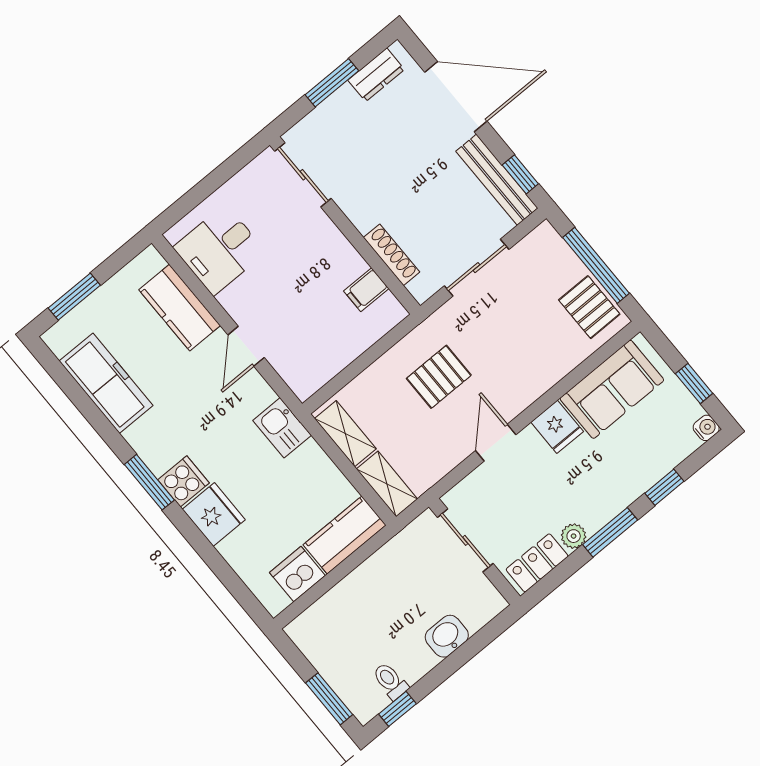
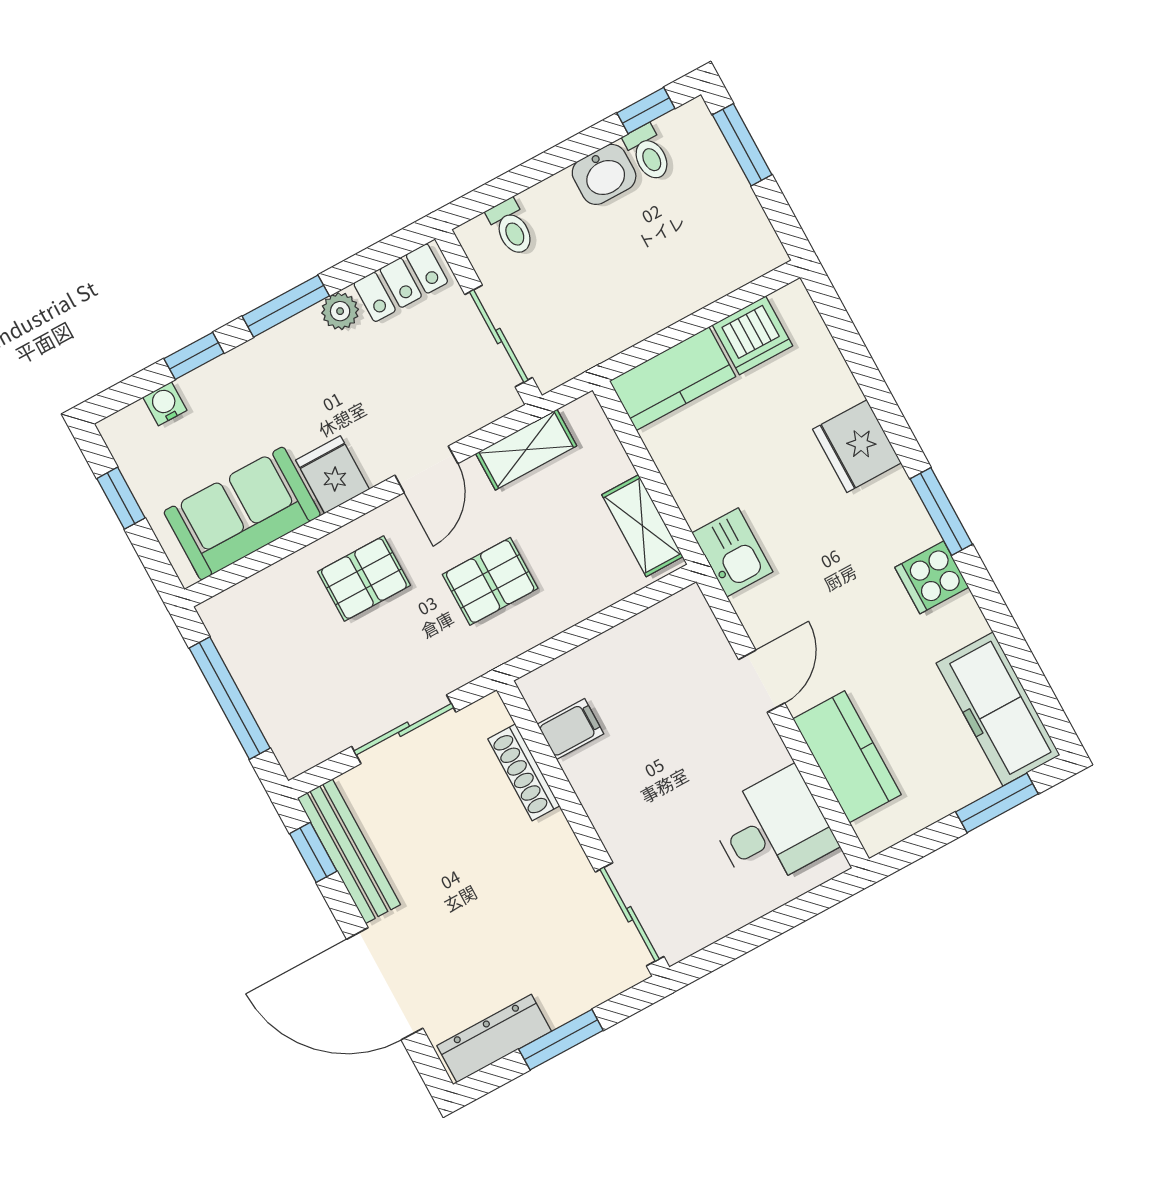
dresser: (376, 75) -> (494, 1038), width x1.44
pallet: (589, 307) -> (364, 579), moved, turned 90
freezer: (106, 383) -> (998, 709), moved
water cooler: (706, 428) -> (165, 404), moved, turned 90
cooker: (183, 481) -> (932, 577), moved
shelving: (387, 484) -> (526, 450), moved, turned 90
toilet: (471, 614) -> (511, 227), added
washbasin: (447, 636) -> (604, 174), moved

